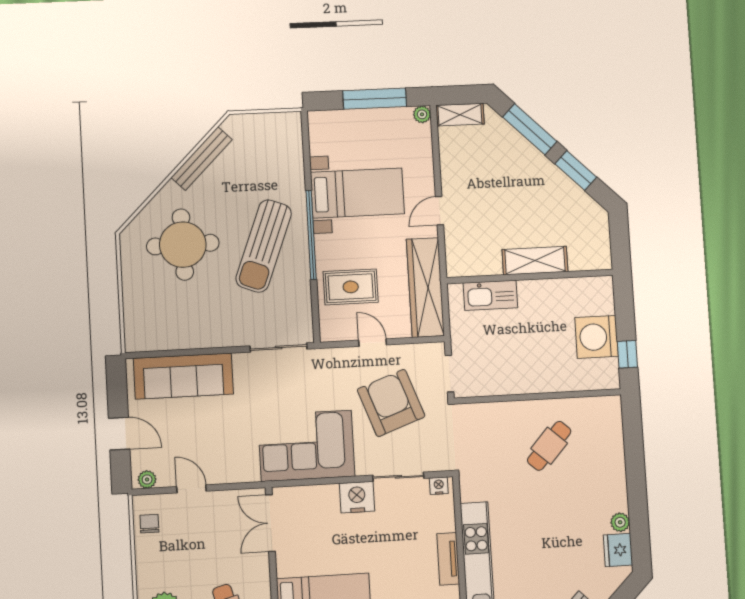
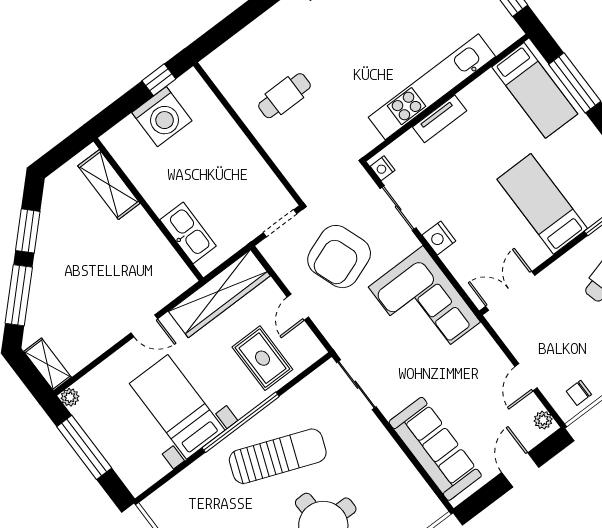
shelving: (535, 261) -> (109, 185), moved
cafe table: (549, 446) -> (284, 96), turned -42
nightstand: (357, 497) -> (439, 238), width x0.74, depth x0.75
double door: (271, 523) -> (510, 291), swing flipped

